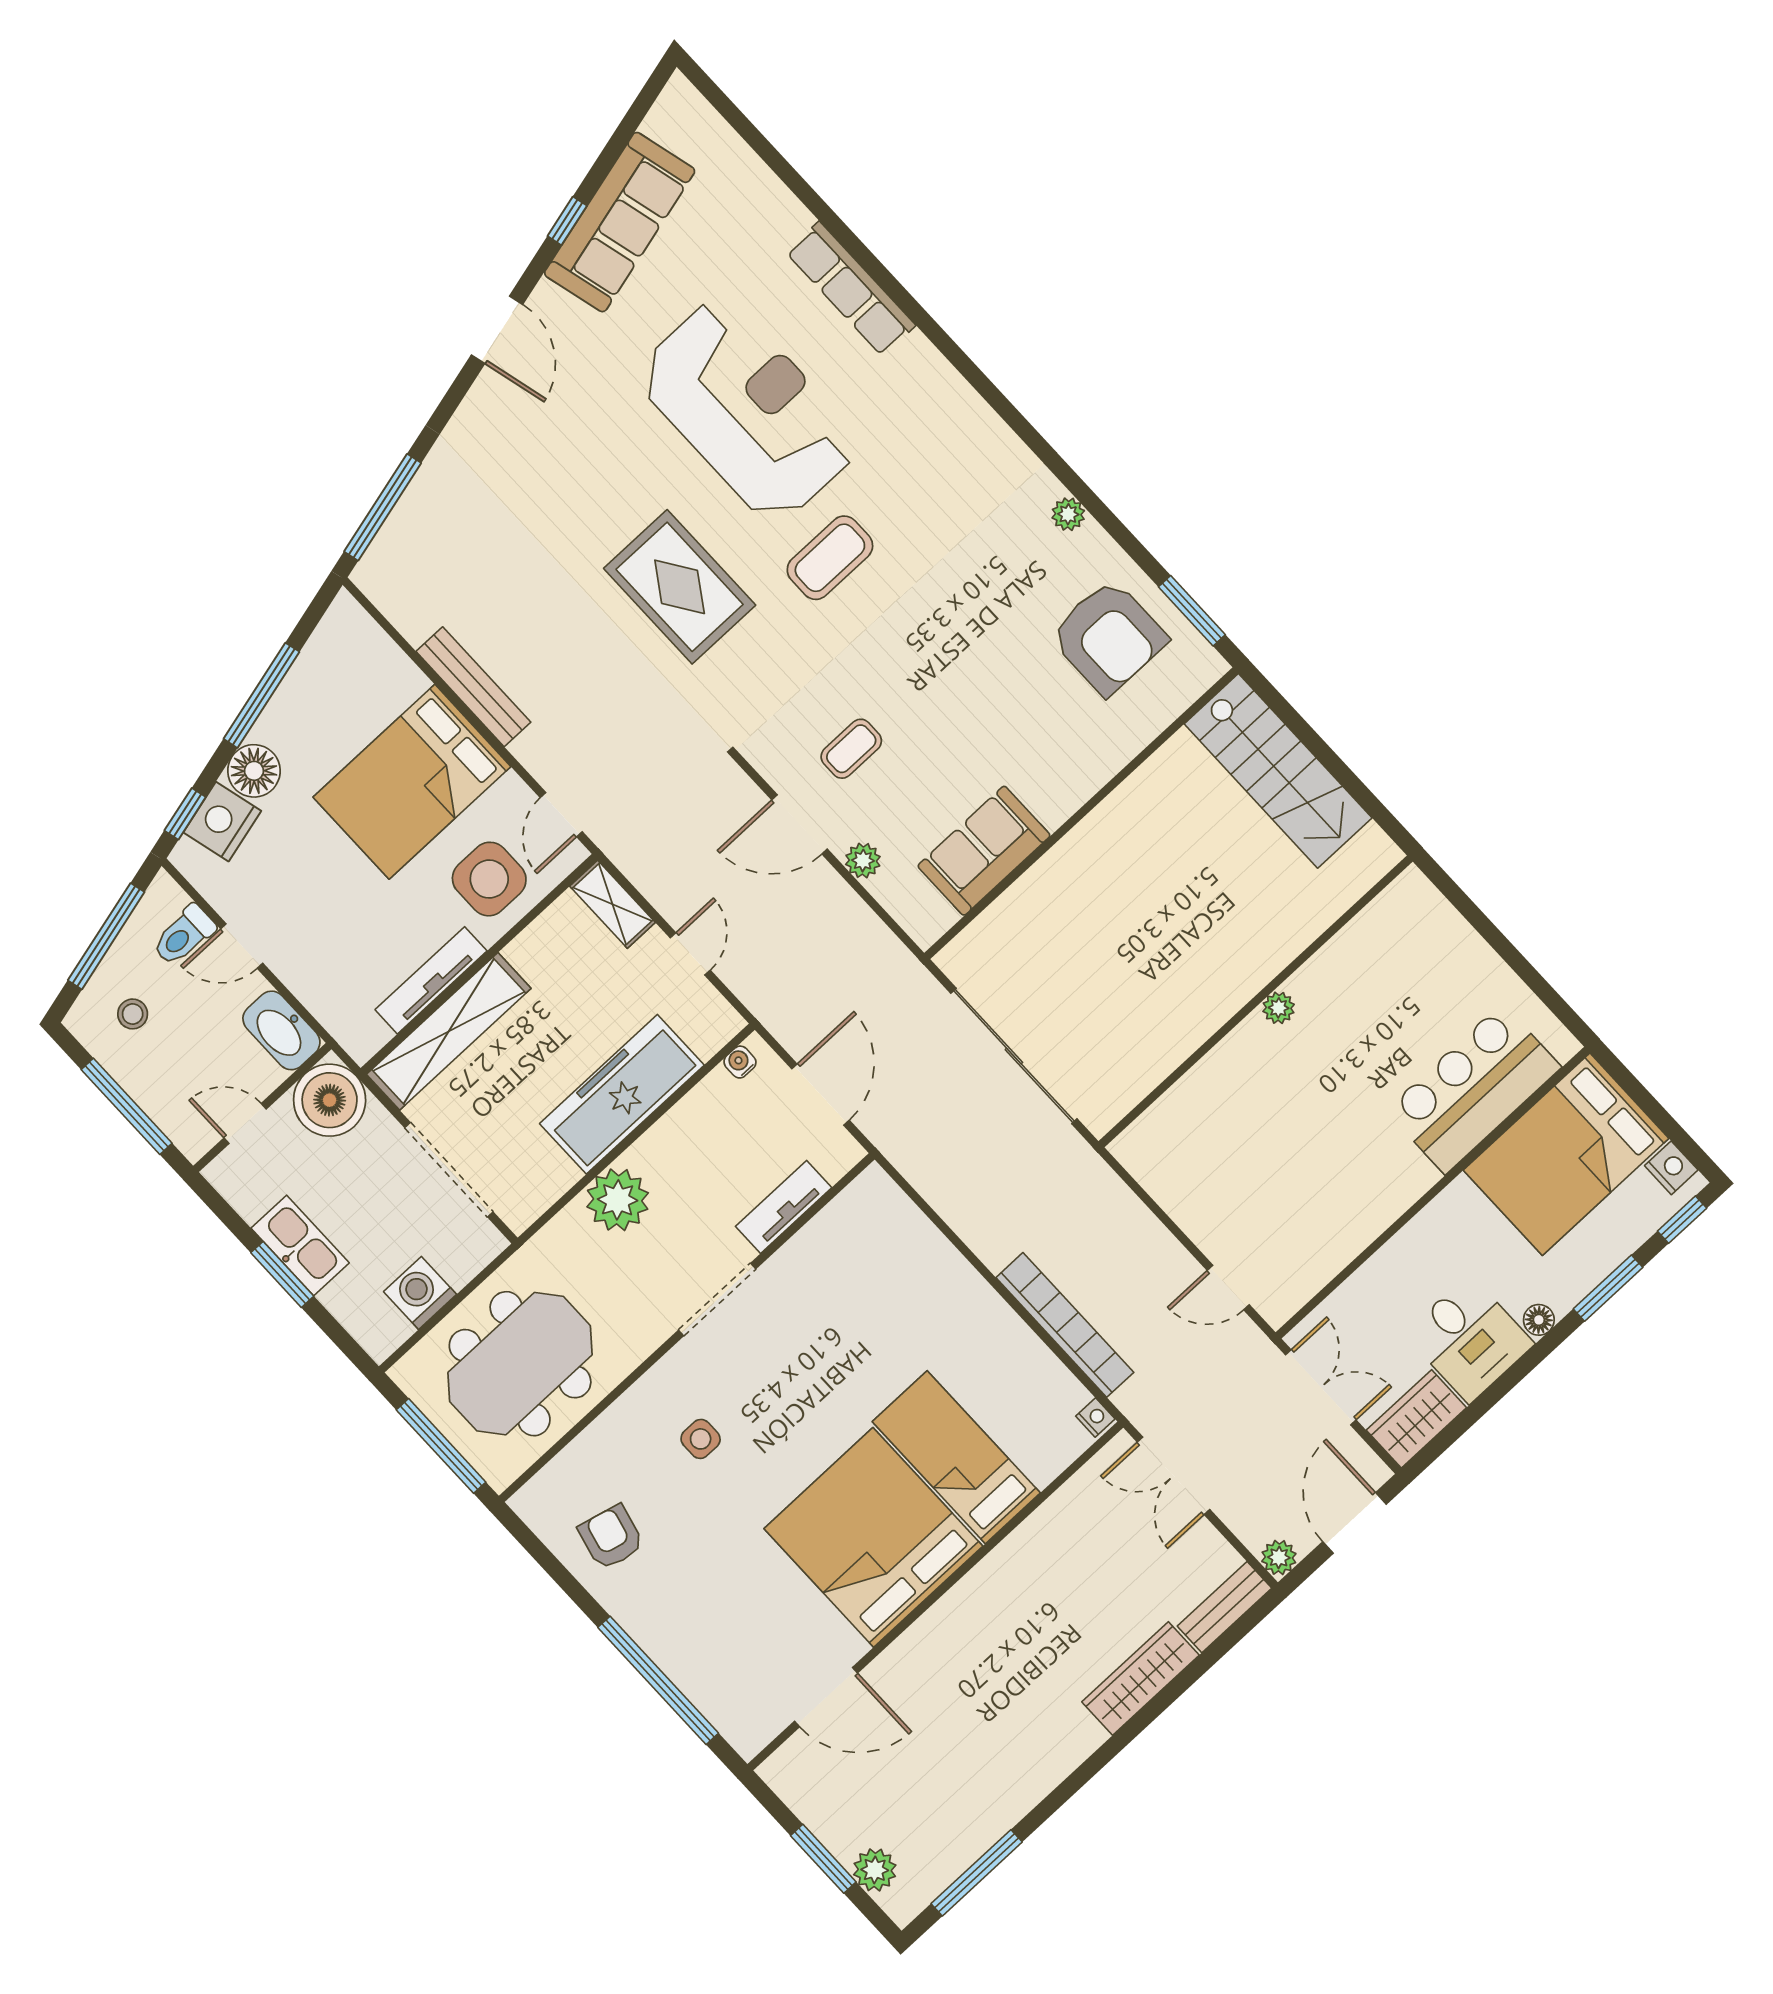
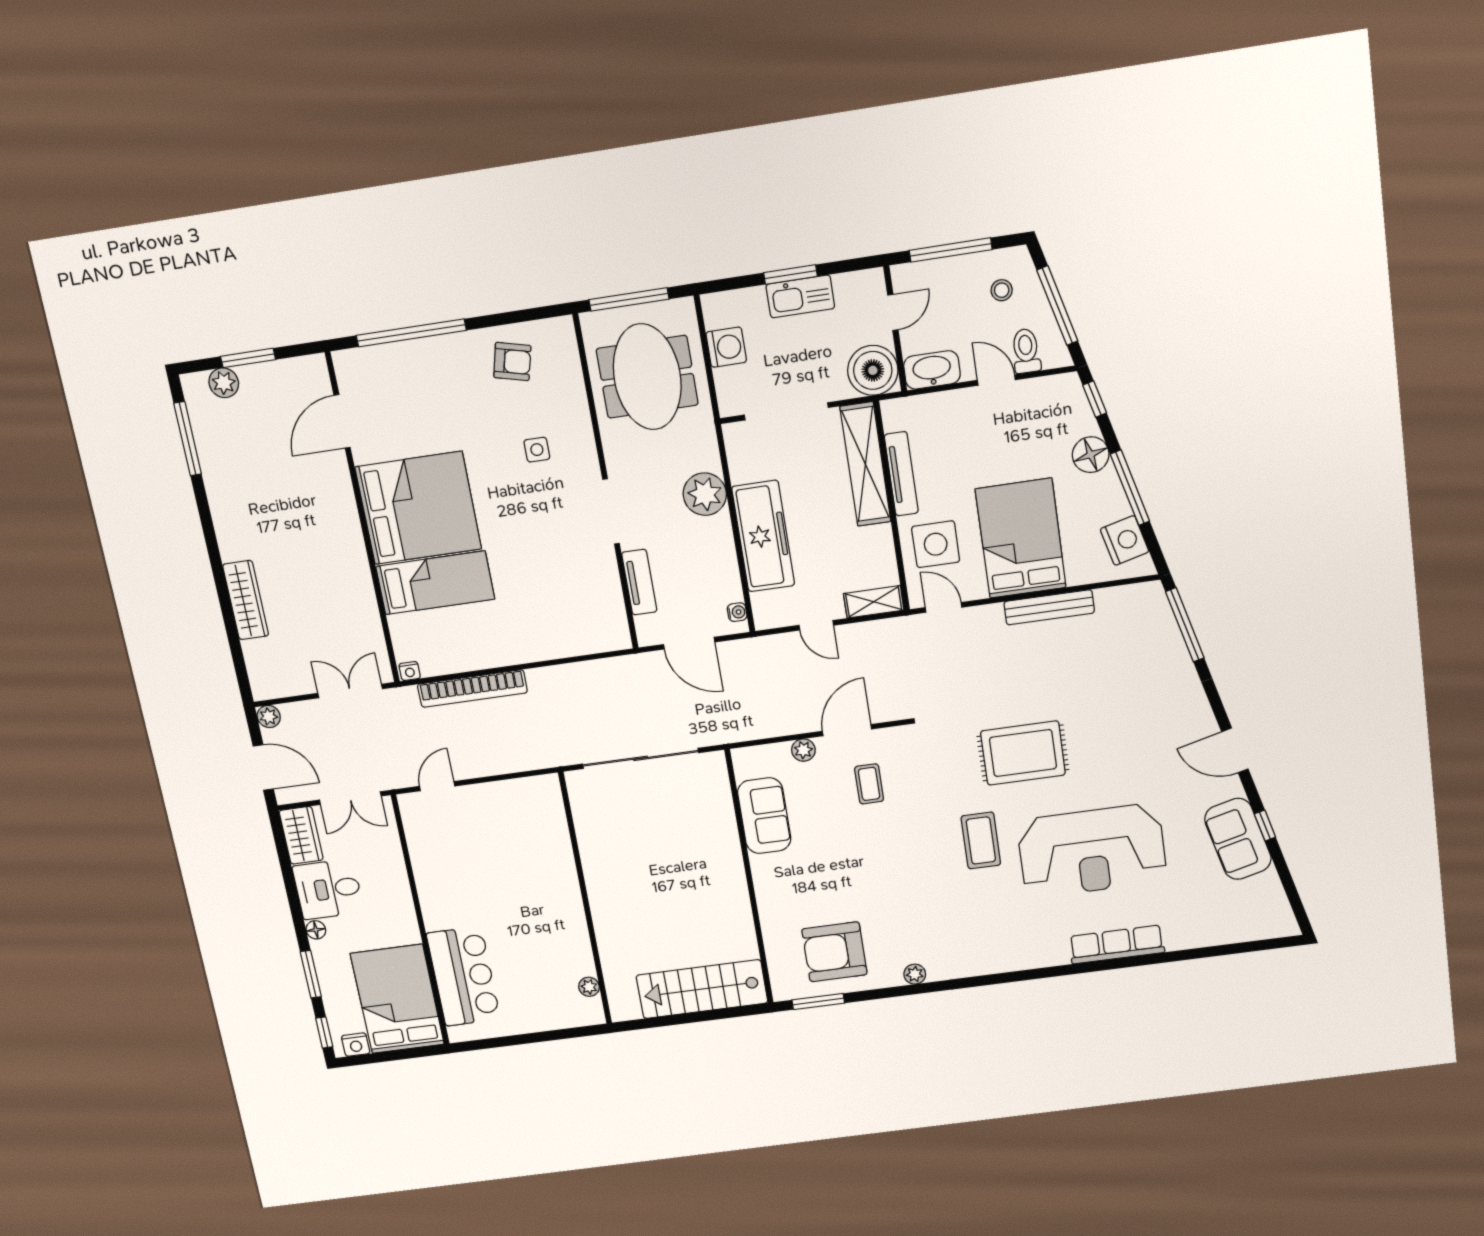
sofa: (620, 222) -> (1238, 839), width x0.73
nightstand: (222, 822) -> (1124, 540), moved
door: (242, 946) -> (996, 380), hinge flipped
plant: (1279, 1008) -> (589, 987), moved
bench: (1224, 1607) -> (259, 670), removed

